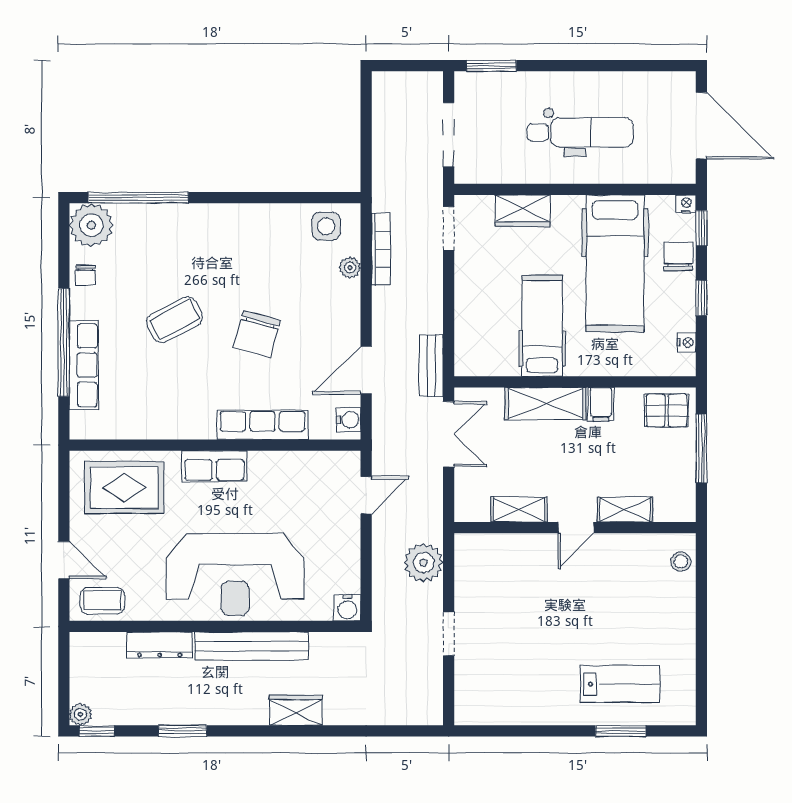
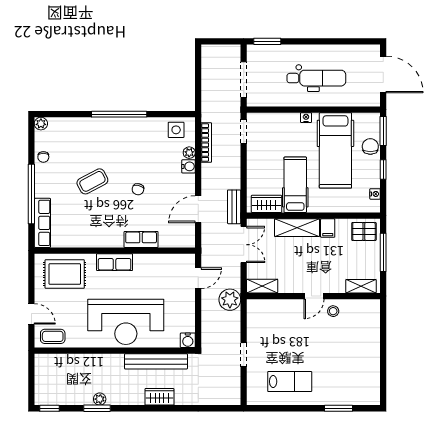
window: (138, 198) -> (119, 114), moved
nightstand: (686, 204) -> (306, 118), moved
wardrobe: (522, 211) -> (266, 204), moved, turned 180
plant: (91, 225) -> (41, 124), width x0.53, depth x0.53
window: (701, 228) -> (383, 131), width x1.50
chair: (257, 334) -> (138, 189), width x0.54, depth x0.54
row of seats: (84, 365) -> (42, 223), moved
water cooler: (349, 420) -> (188, 166), moved
row of seats: (263, 425) -> (141, 239), width x0.68
shelving: (519, 509) -> (262, 286), moved
shelving: (625, 510) -> (361, 286), moved
stool: (681, 562) -> (333, 311), moved
plant: (424, 563) -> (230, 300), moved
dresser: (160, 645) -> (84, 361), removed
bench: (252, 646) -> (156, 361), moved
lab bench: (620, 684) -> (290, 382), moved
plant: (80, 714) -> (100, 399), moved

